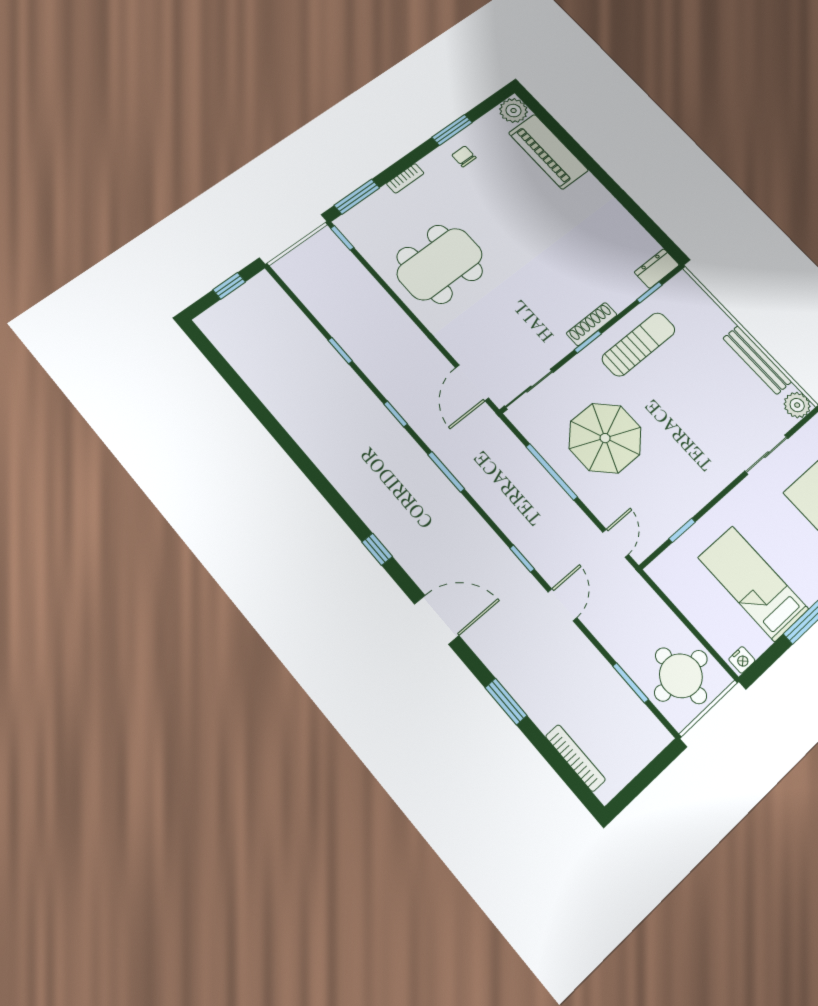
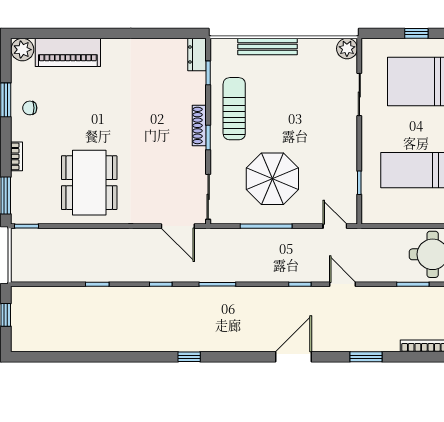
bench: (757, 360) -> (267, 47), moved
window: (377, 549) -> (189, 357), moved

